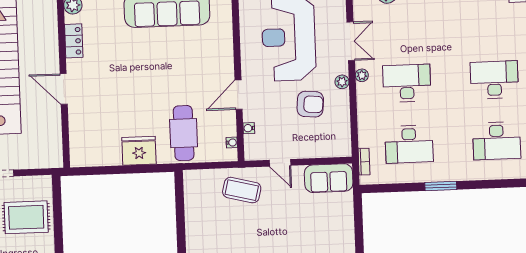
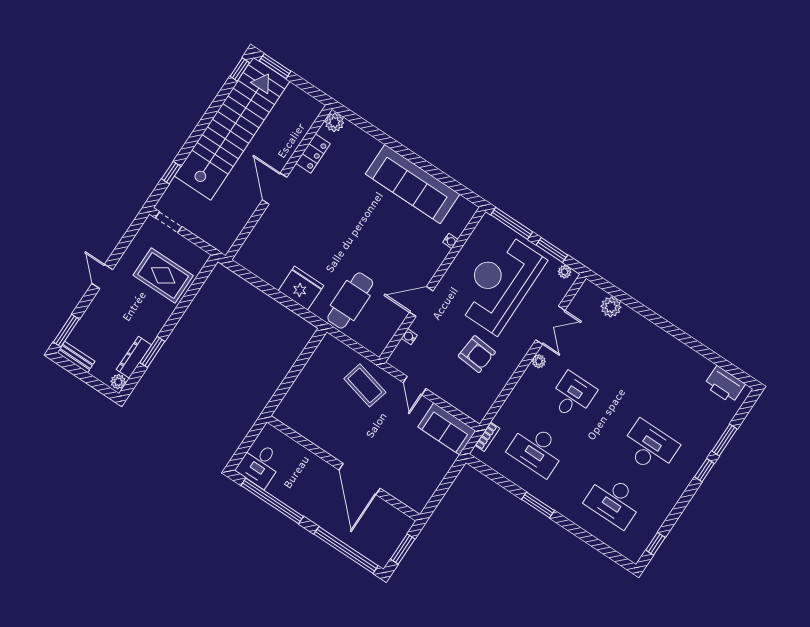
plant: (342, 82) -> (518, 355), removed
desk: (407, 83) -> (573, 396), width x0.73
water cooler: (232, 143) -> (450, 241), moved

